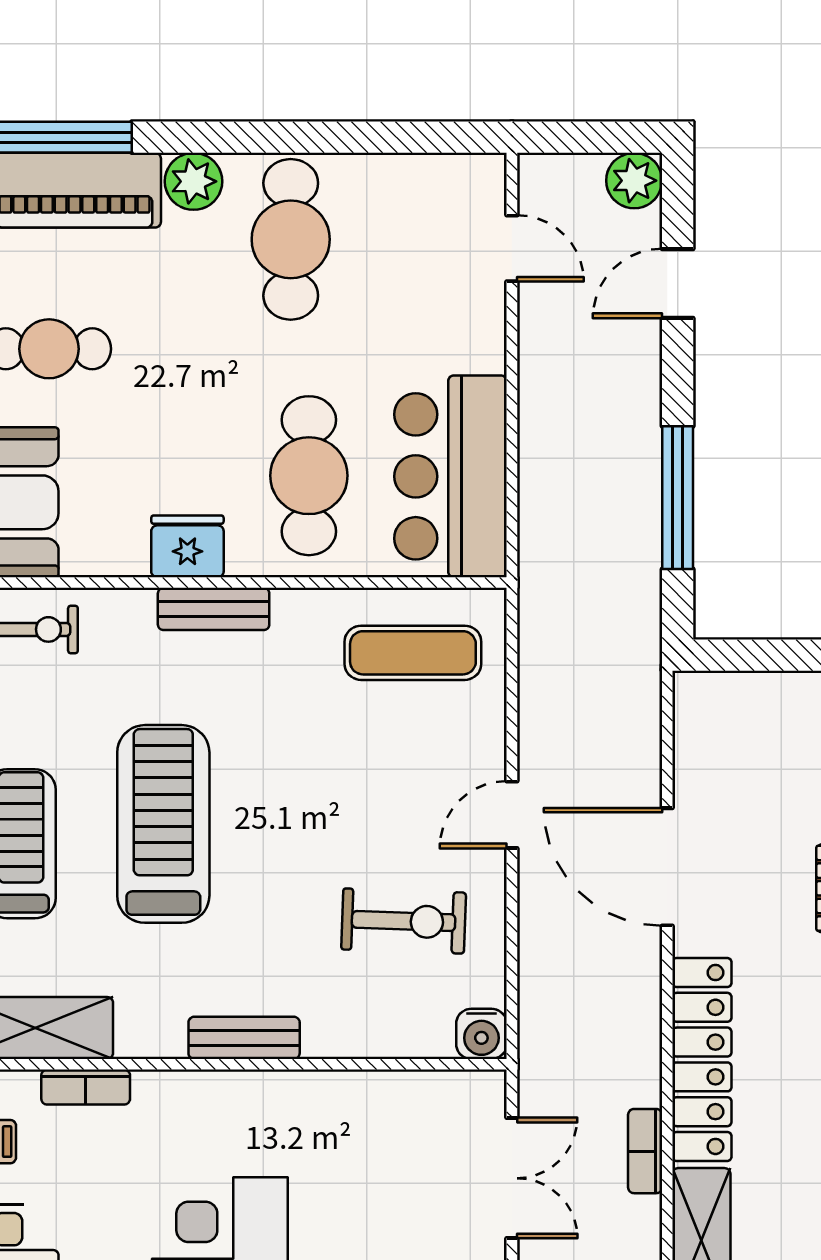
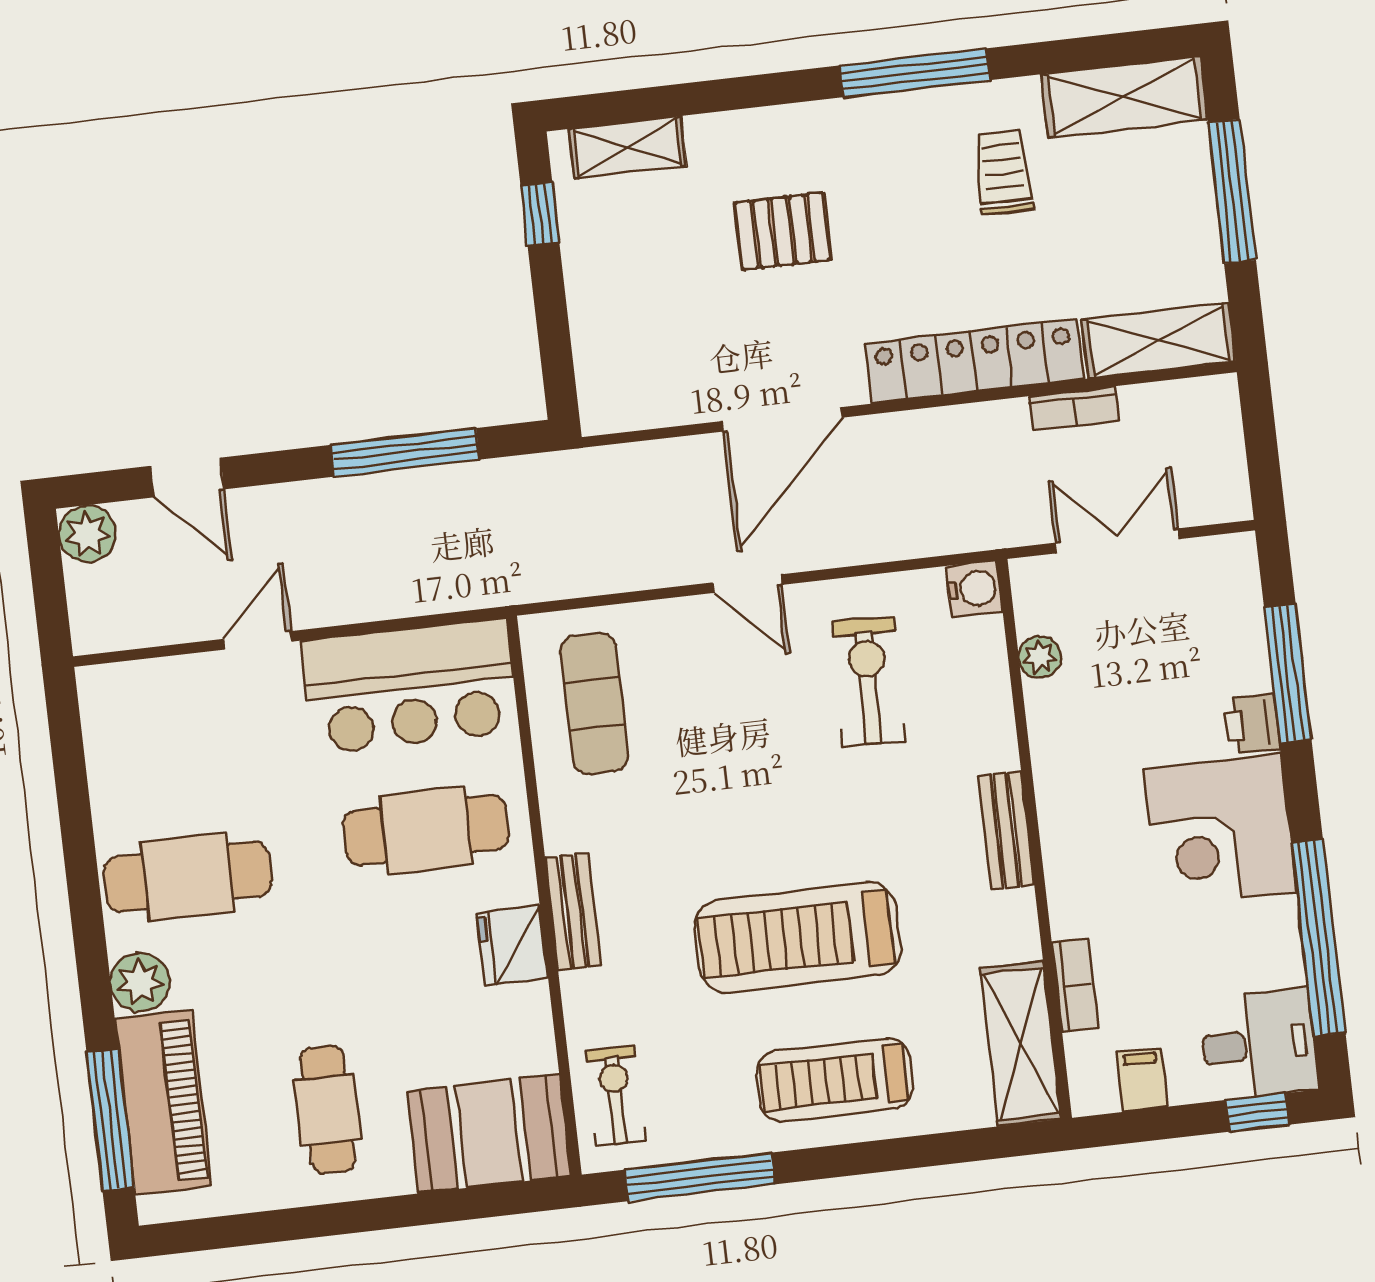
door: (512, 248) -> (258, 640), moved
plant: (408, 1090) -> (1040, 657), added

